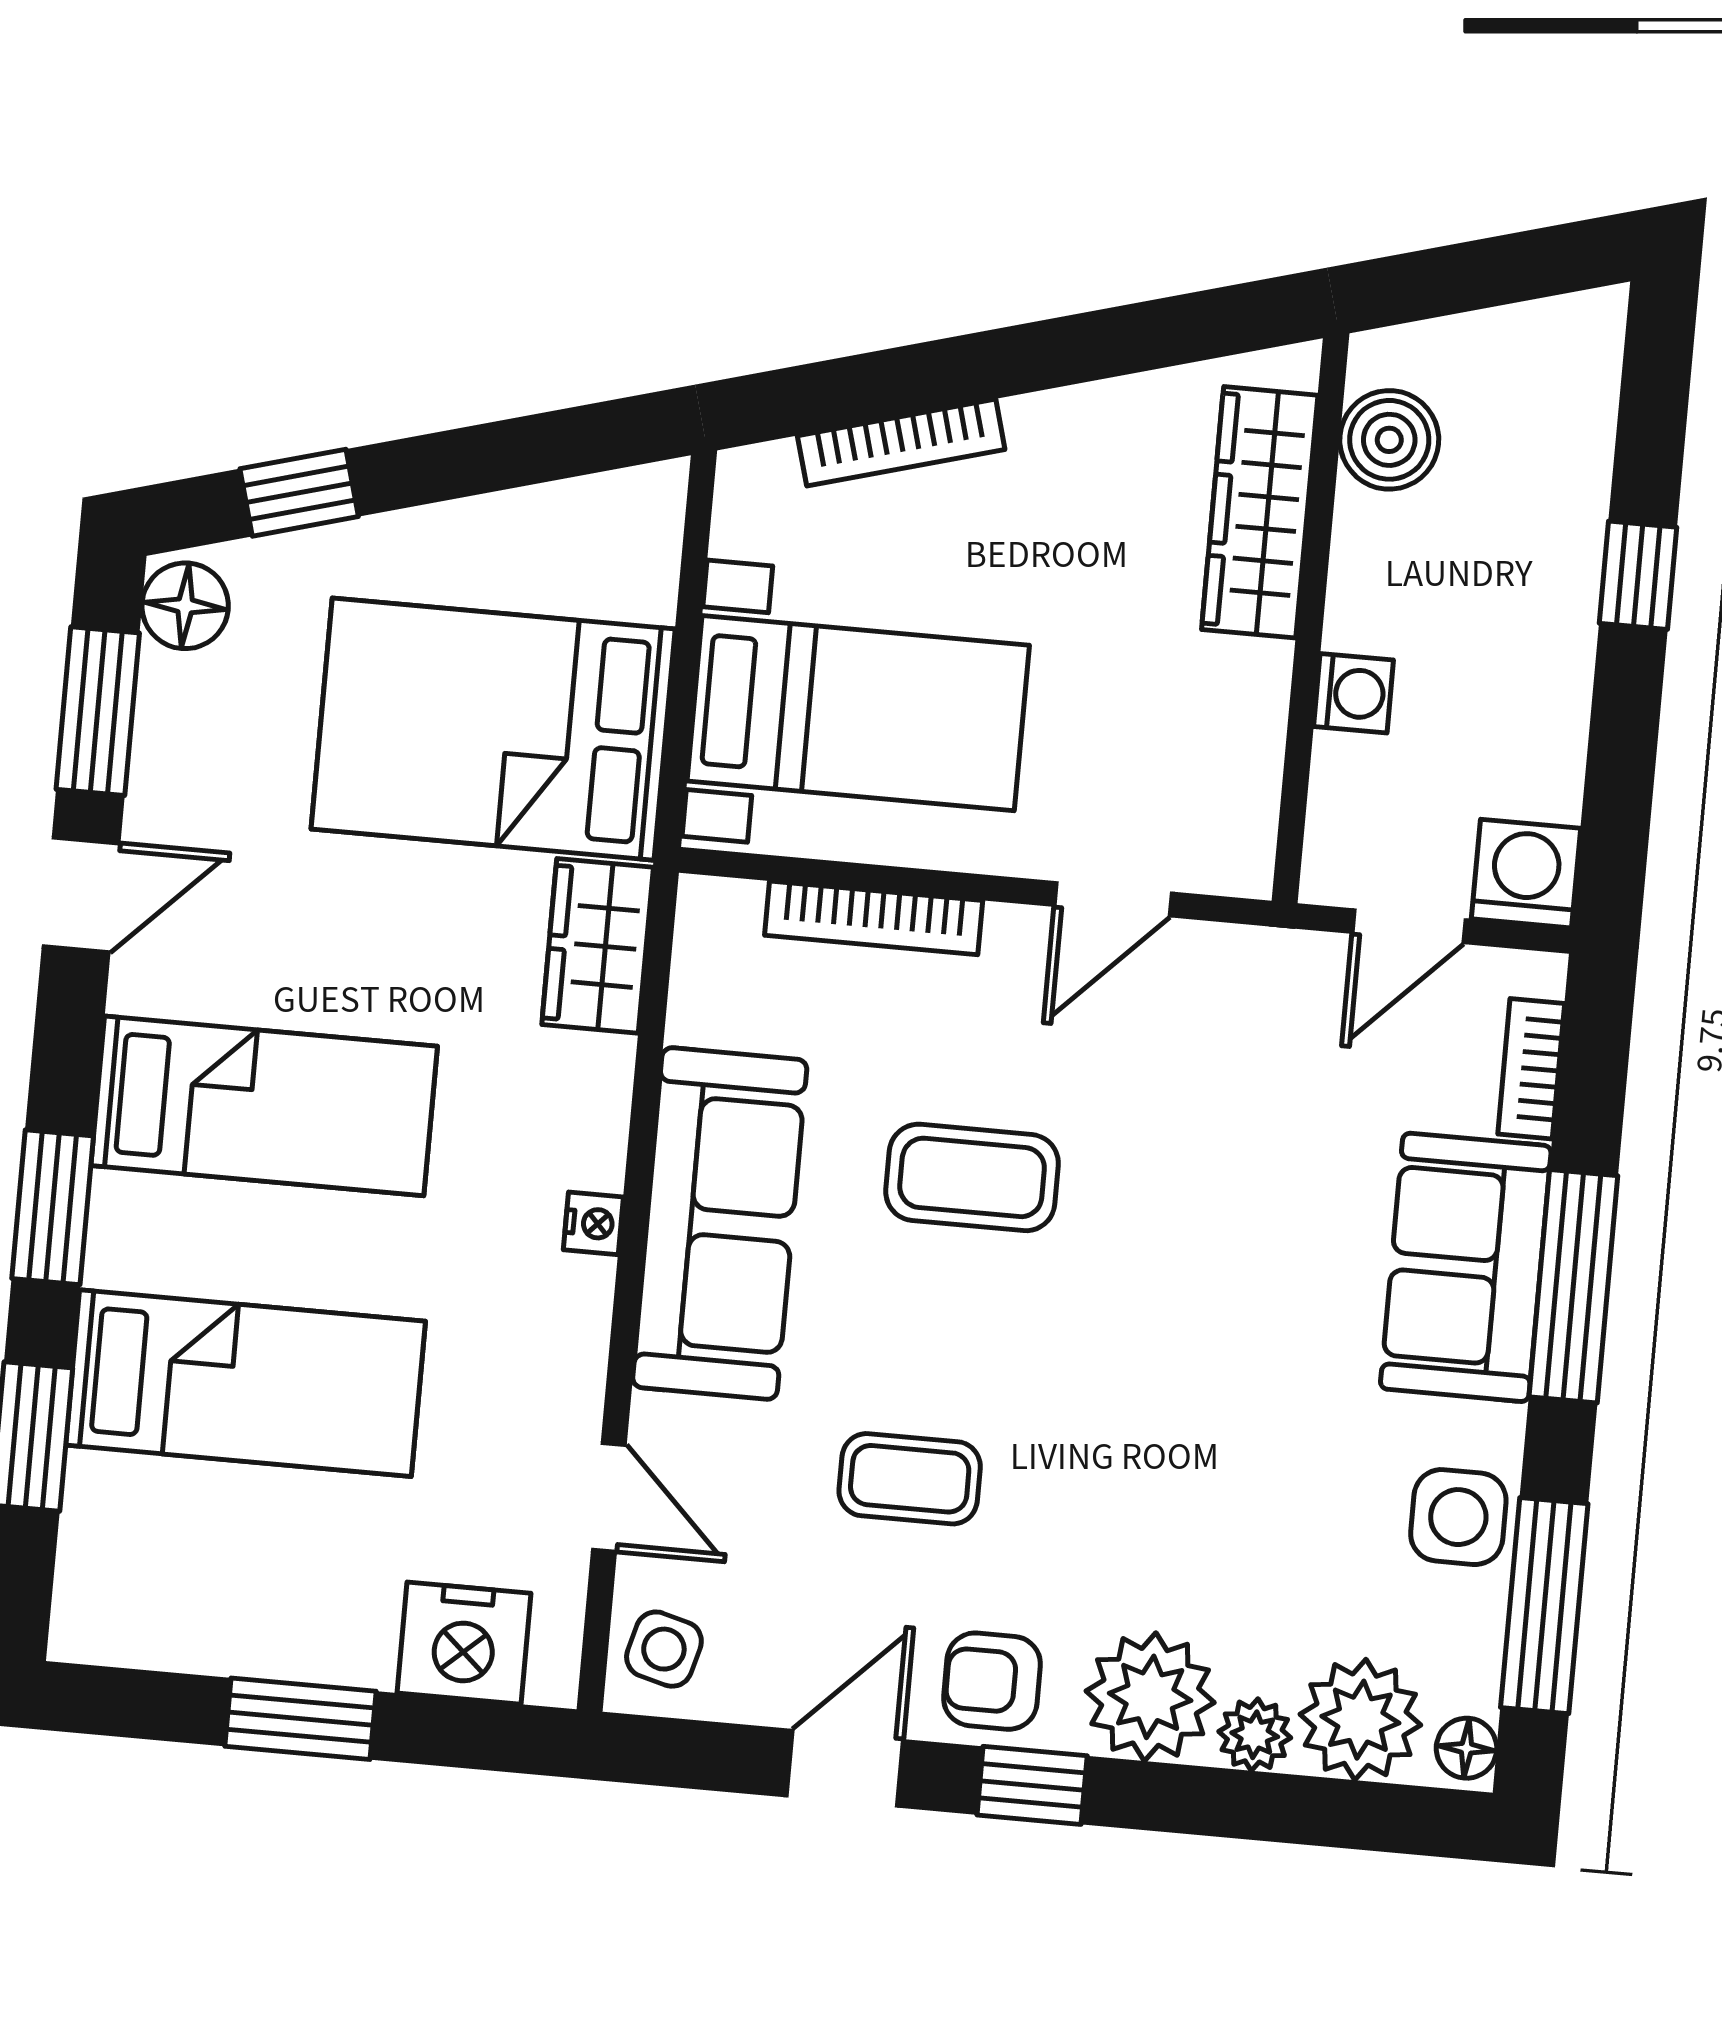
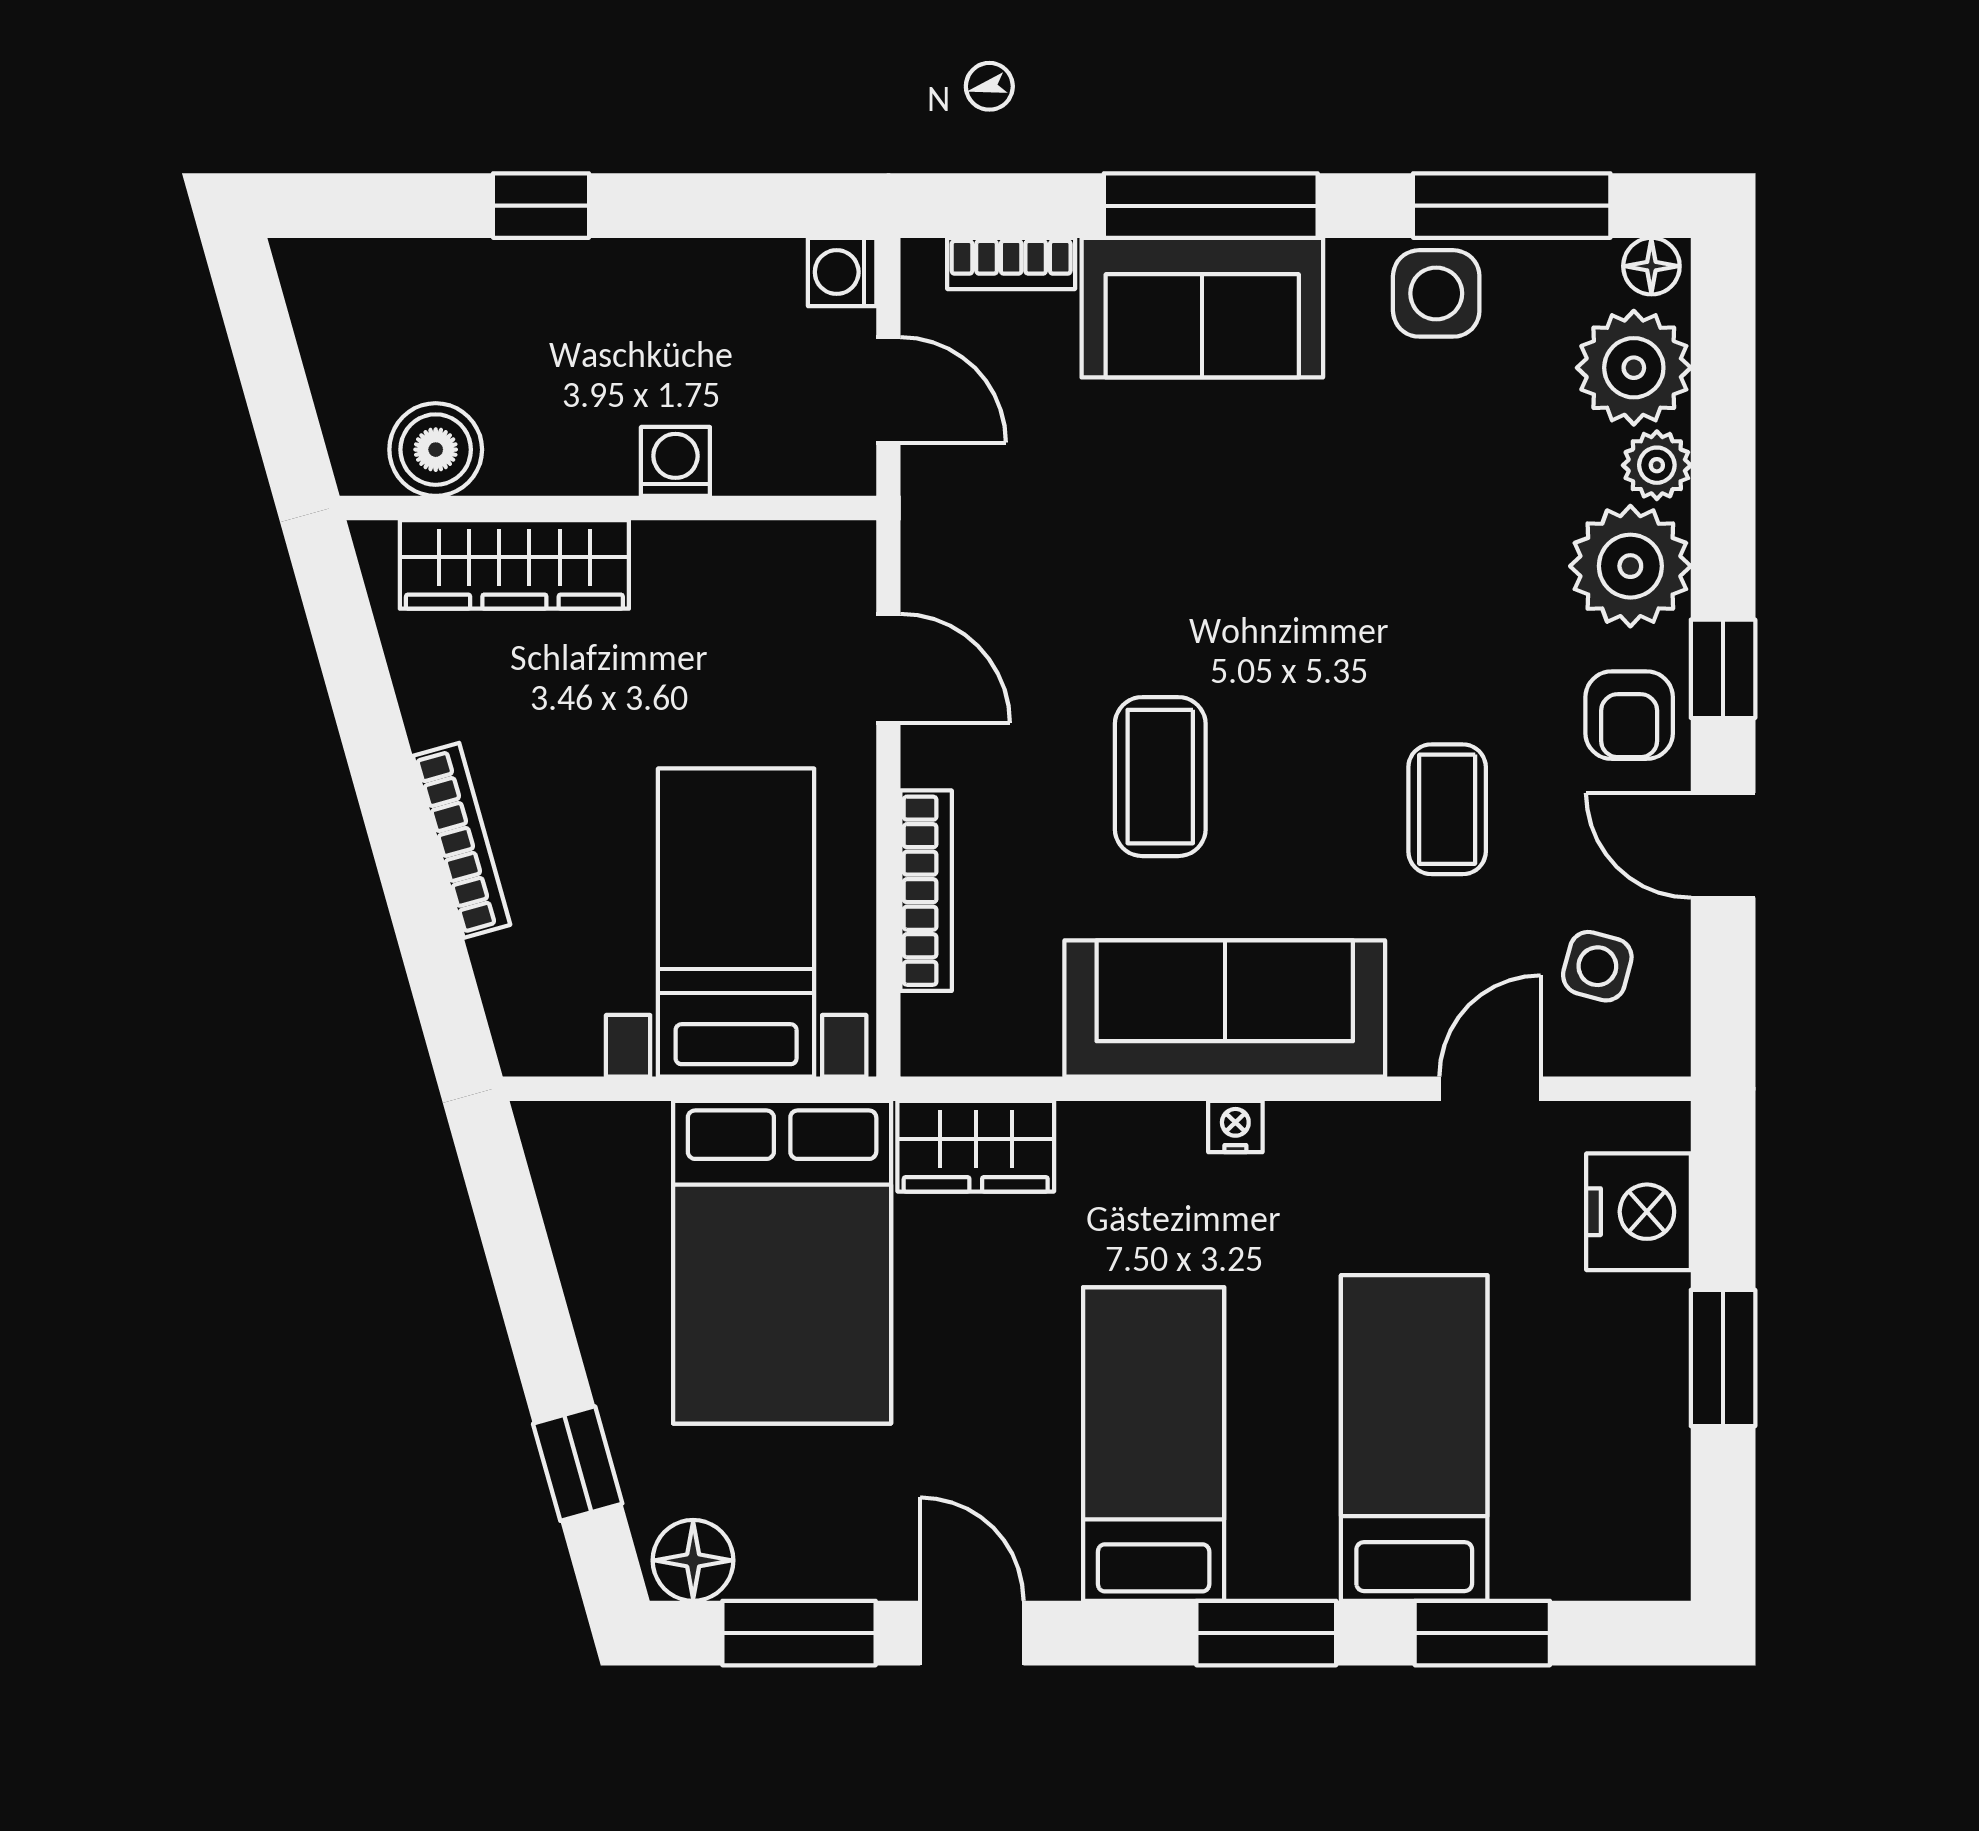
bookcase: (901, 443) -> (461, 840), moved
washing machine: (1526, 874) -> (842, 272), width x0.73, depth x0.73
side table: (664, 1649) -> (1597, 966), moved

